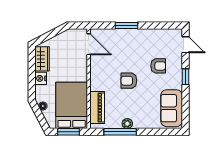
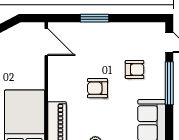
window: (186, 77) -> (169, 83), width x2.17

